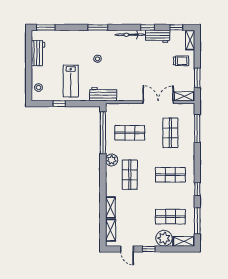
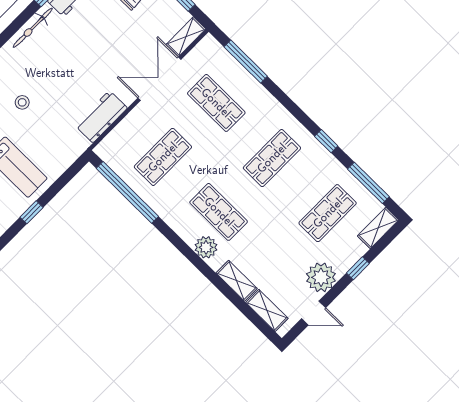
workbench: (103, 94) -> (101, 117), moved
plant: (112, 160) -> (206, 247), moved
plant: (164, 238) -> (321, 277), moved
window: (149, 249) -> (358, 268), moved

